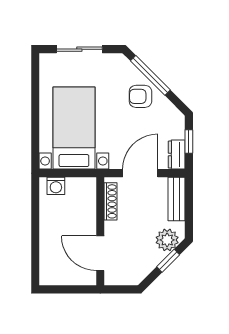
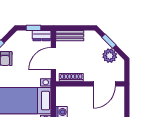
door: (140, 173) -> (53, 59), hinge flipped
plant: (167, 240) -> (110, 56), moved

